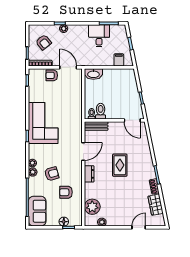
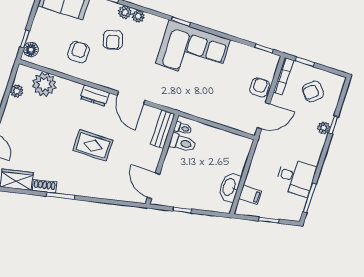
washbasin: (93, 74) -> (229, 187), moved
door: (132, 120) -> (154, 186), hinge flipped
floor lamp: (64, 222) -> (31, 50), moved

